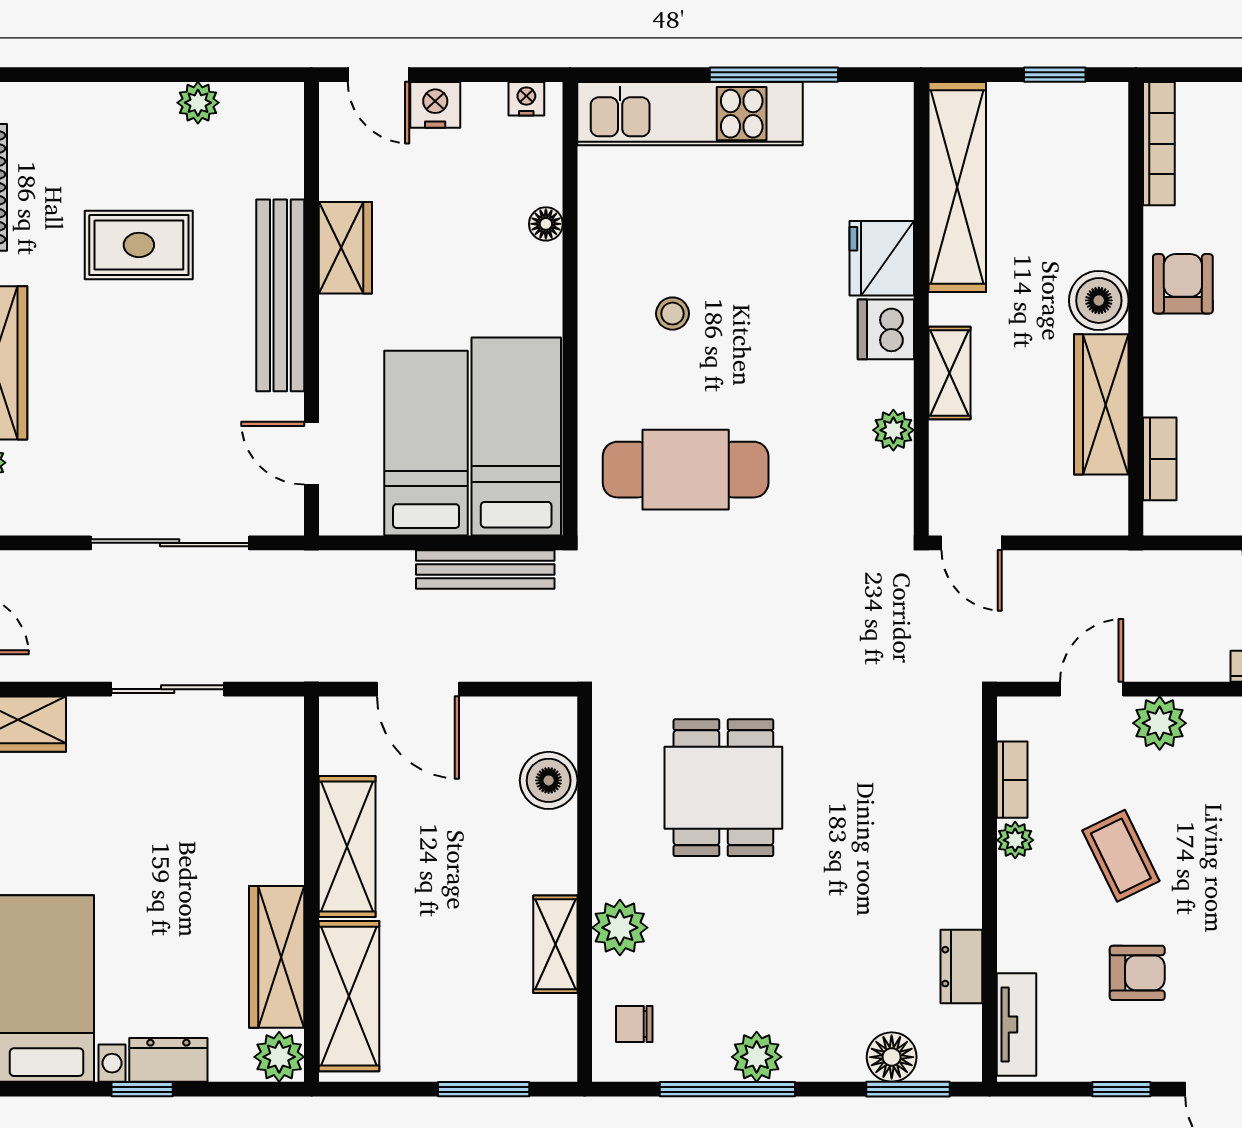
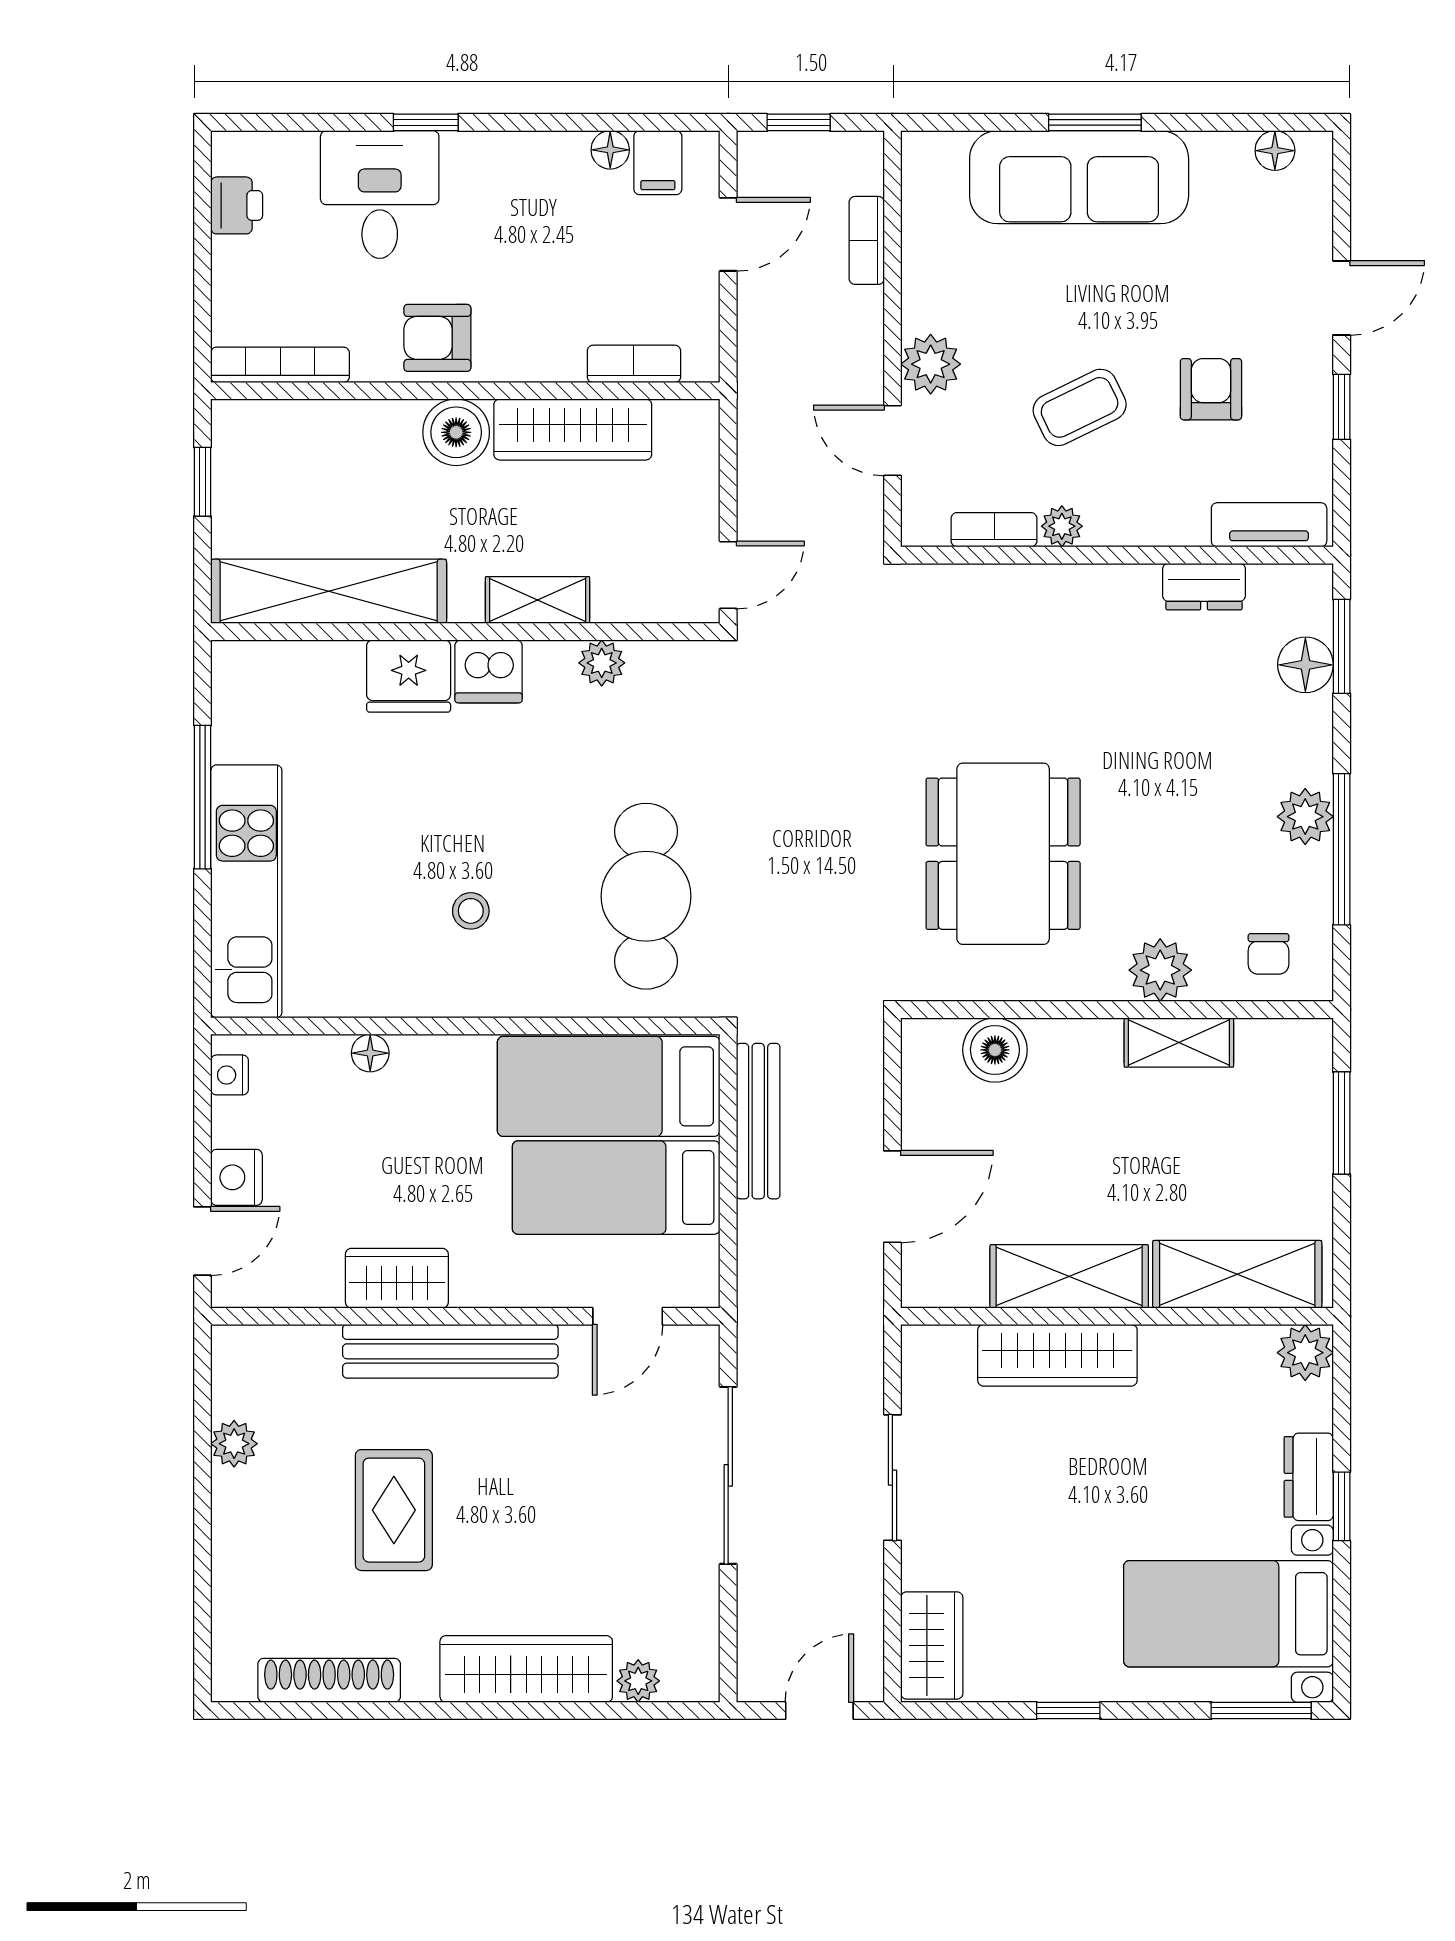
dining table: (723, 788) -> (1003, 854), width x1.38
wardrobe: (277, 957) -> (1057, 1355), moved

